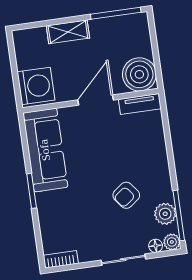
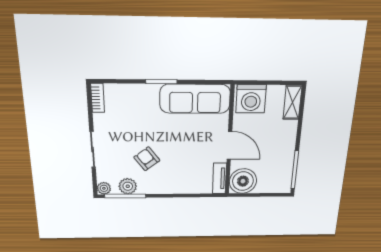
shelving: (68, 32) -> (292, 102), moved
floor lamp: (156, 246) -> (102, 176), removed

